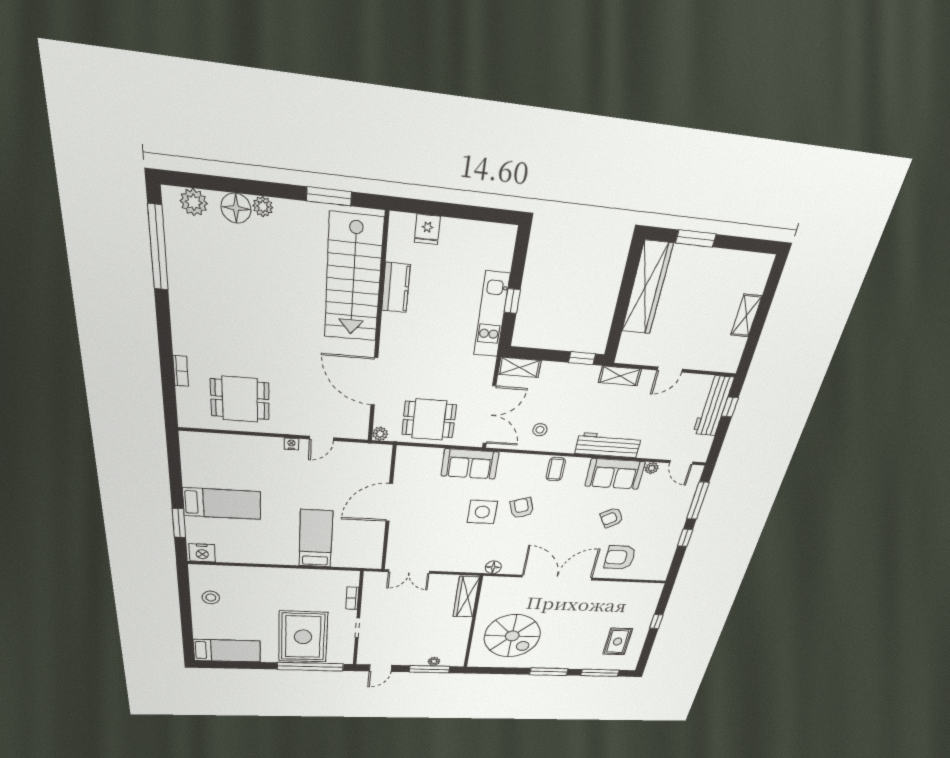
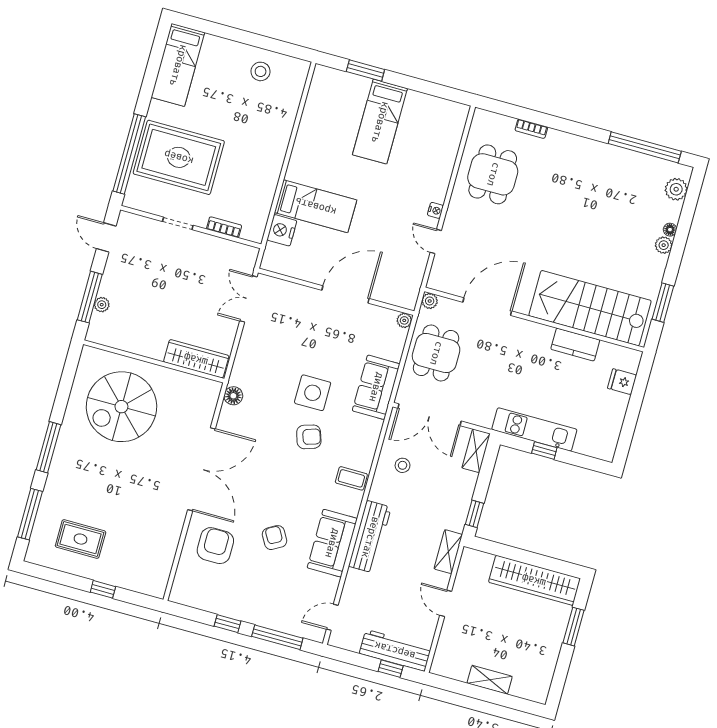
floor lamp: (236, 208) -> (670, 230), width x0.53, depth x0.53
plant: (652, 468) -> (404, 320), moved
door: (389, 503) -> (346, 294), hinge flipped
nightstand: (202, 553) -> (282, 230), moved

